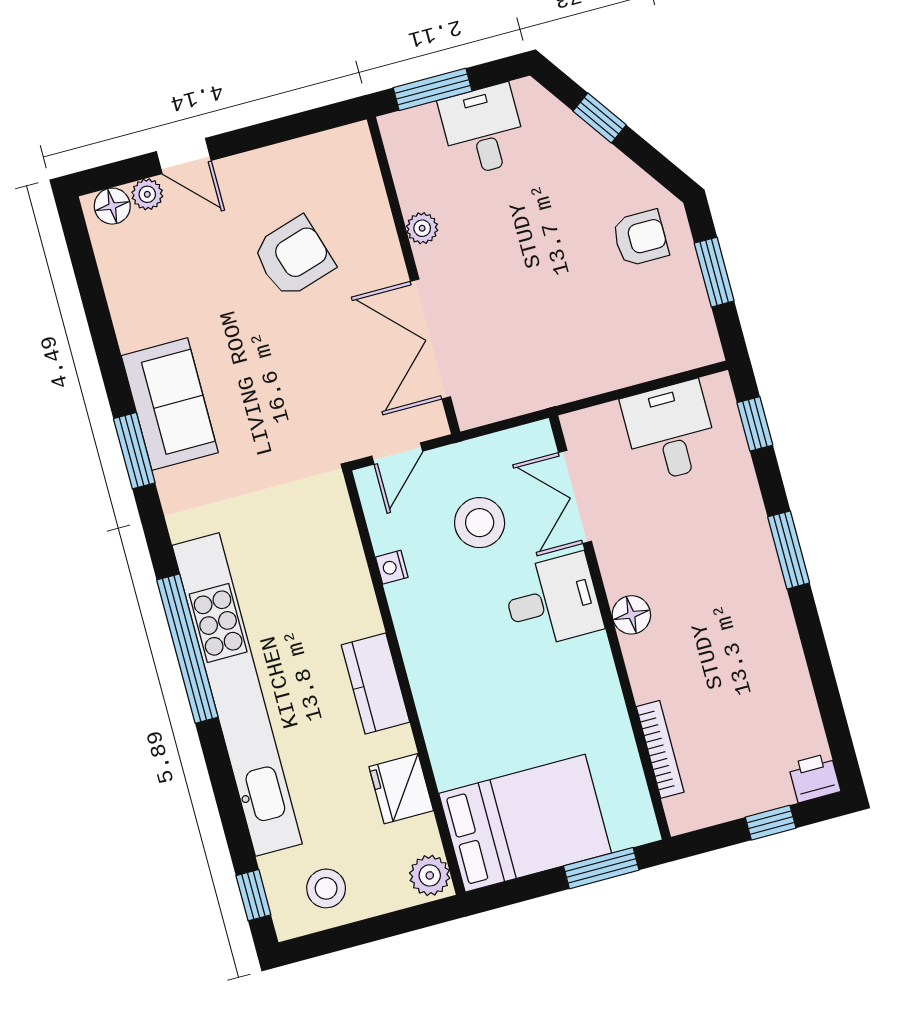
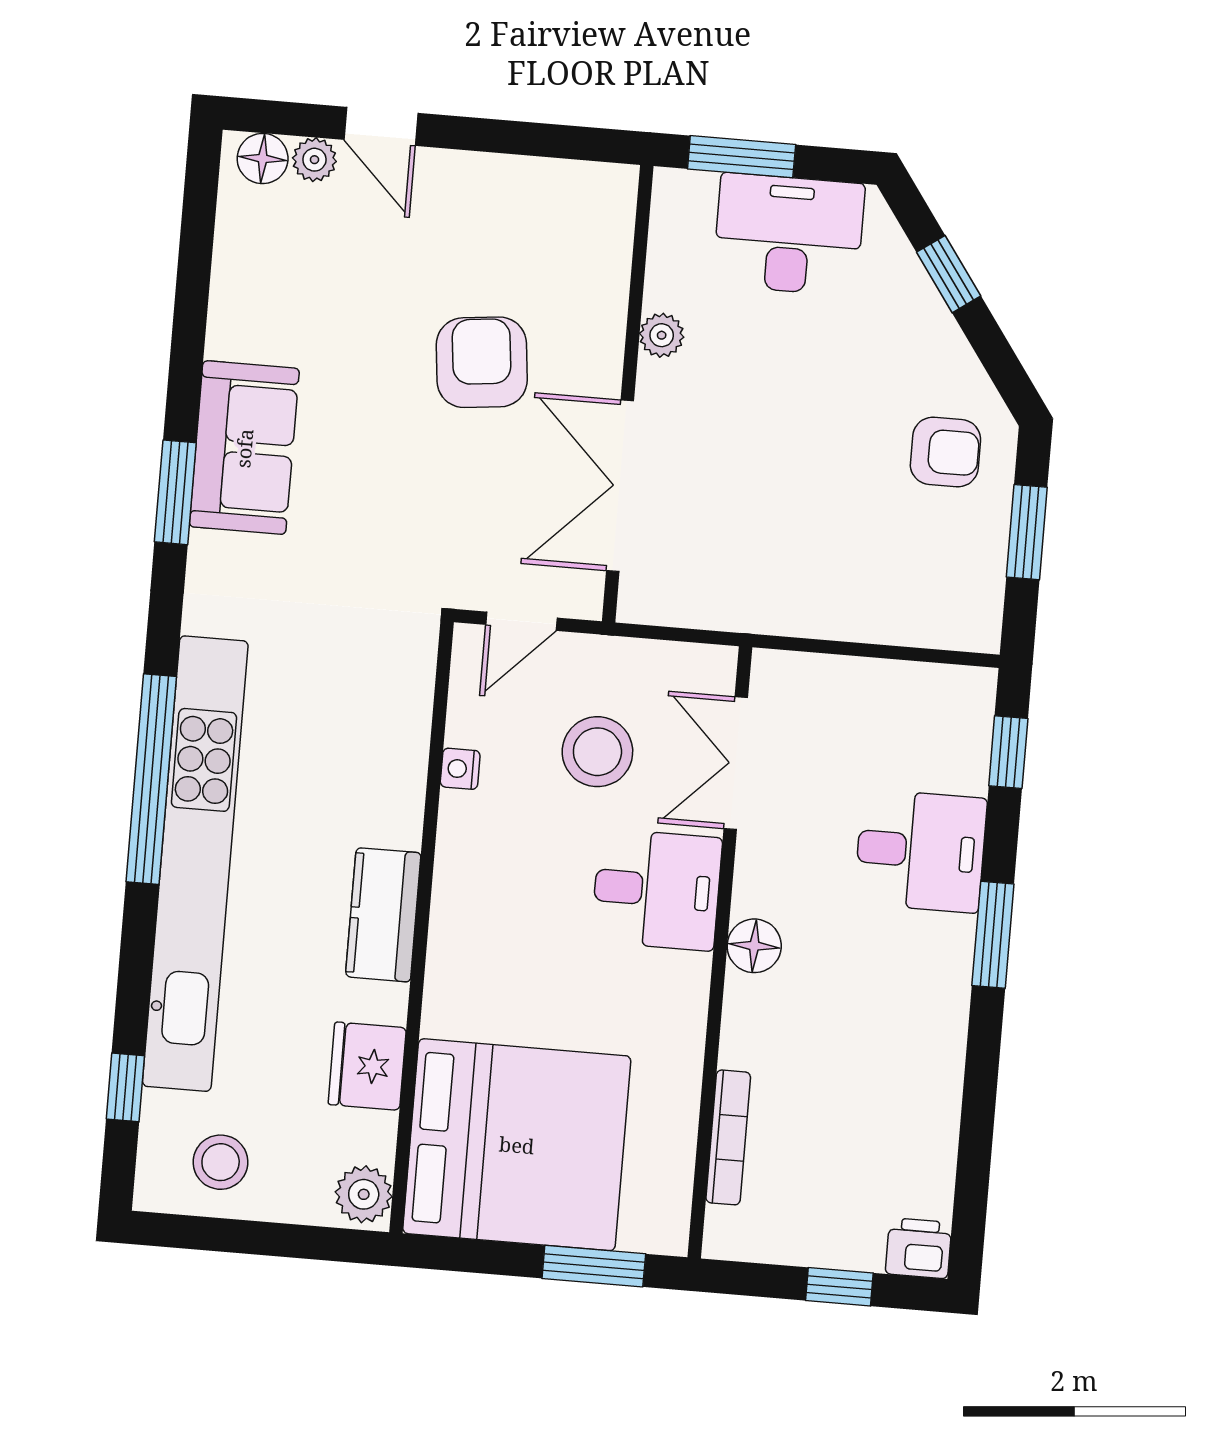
desk: (483, 130) -> (789, 234), width x1.37
armchair: (293, 257) -> (482, 362), moved, turned -79
desk: (670, 431) -> (921, 851), moved, turned 90
bed: (525, 823) -> (517, 1145), width x1.36
window: (253, 895) -> (125, 1087), moved

